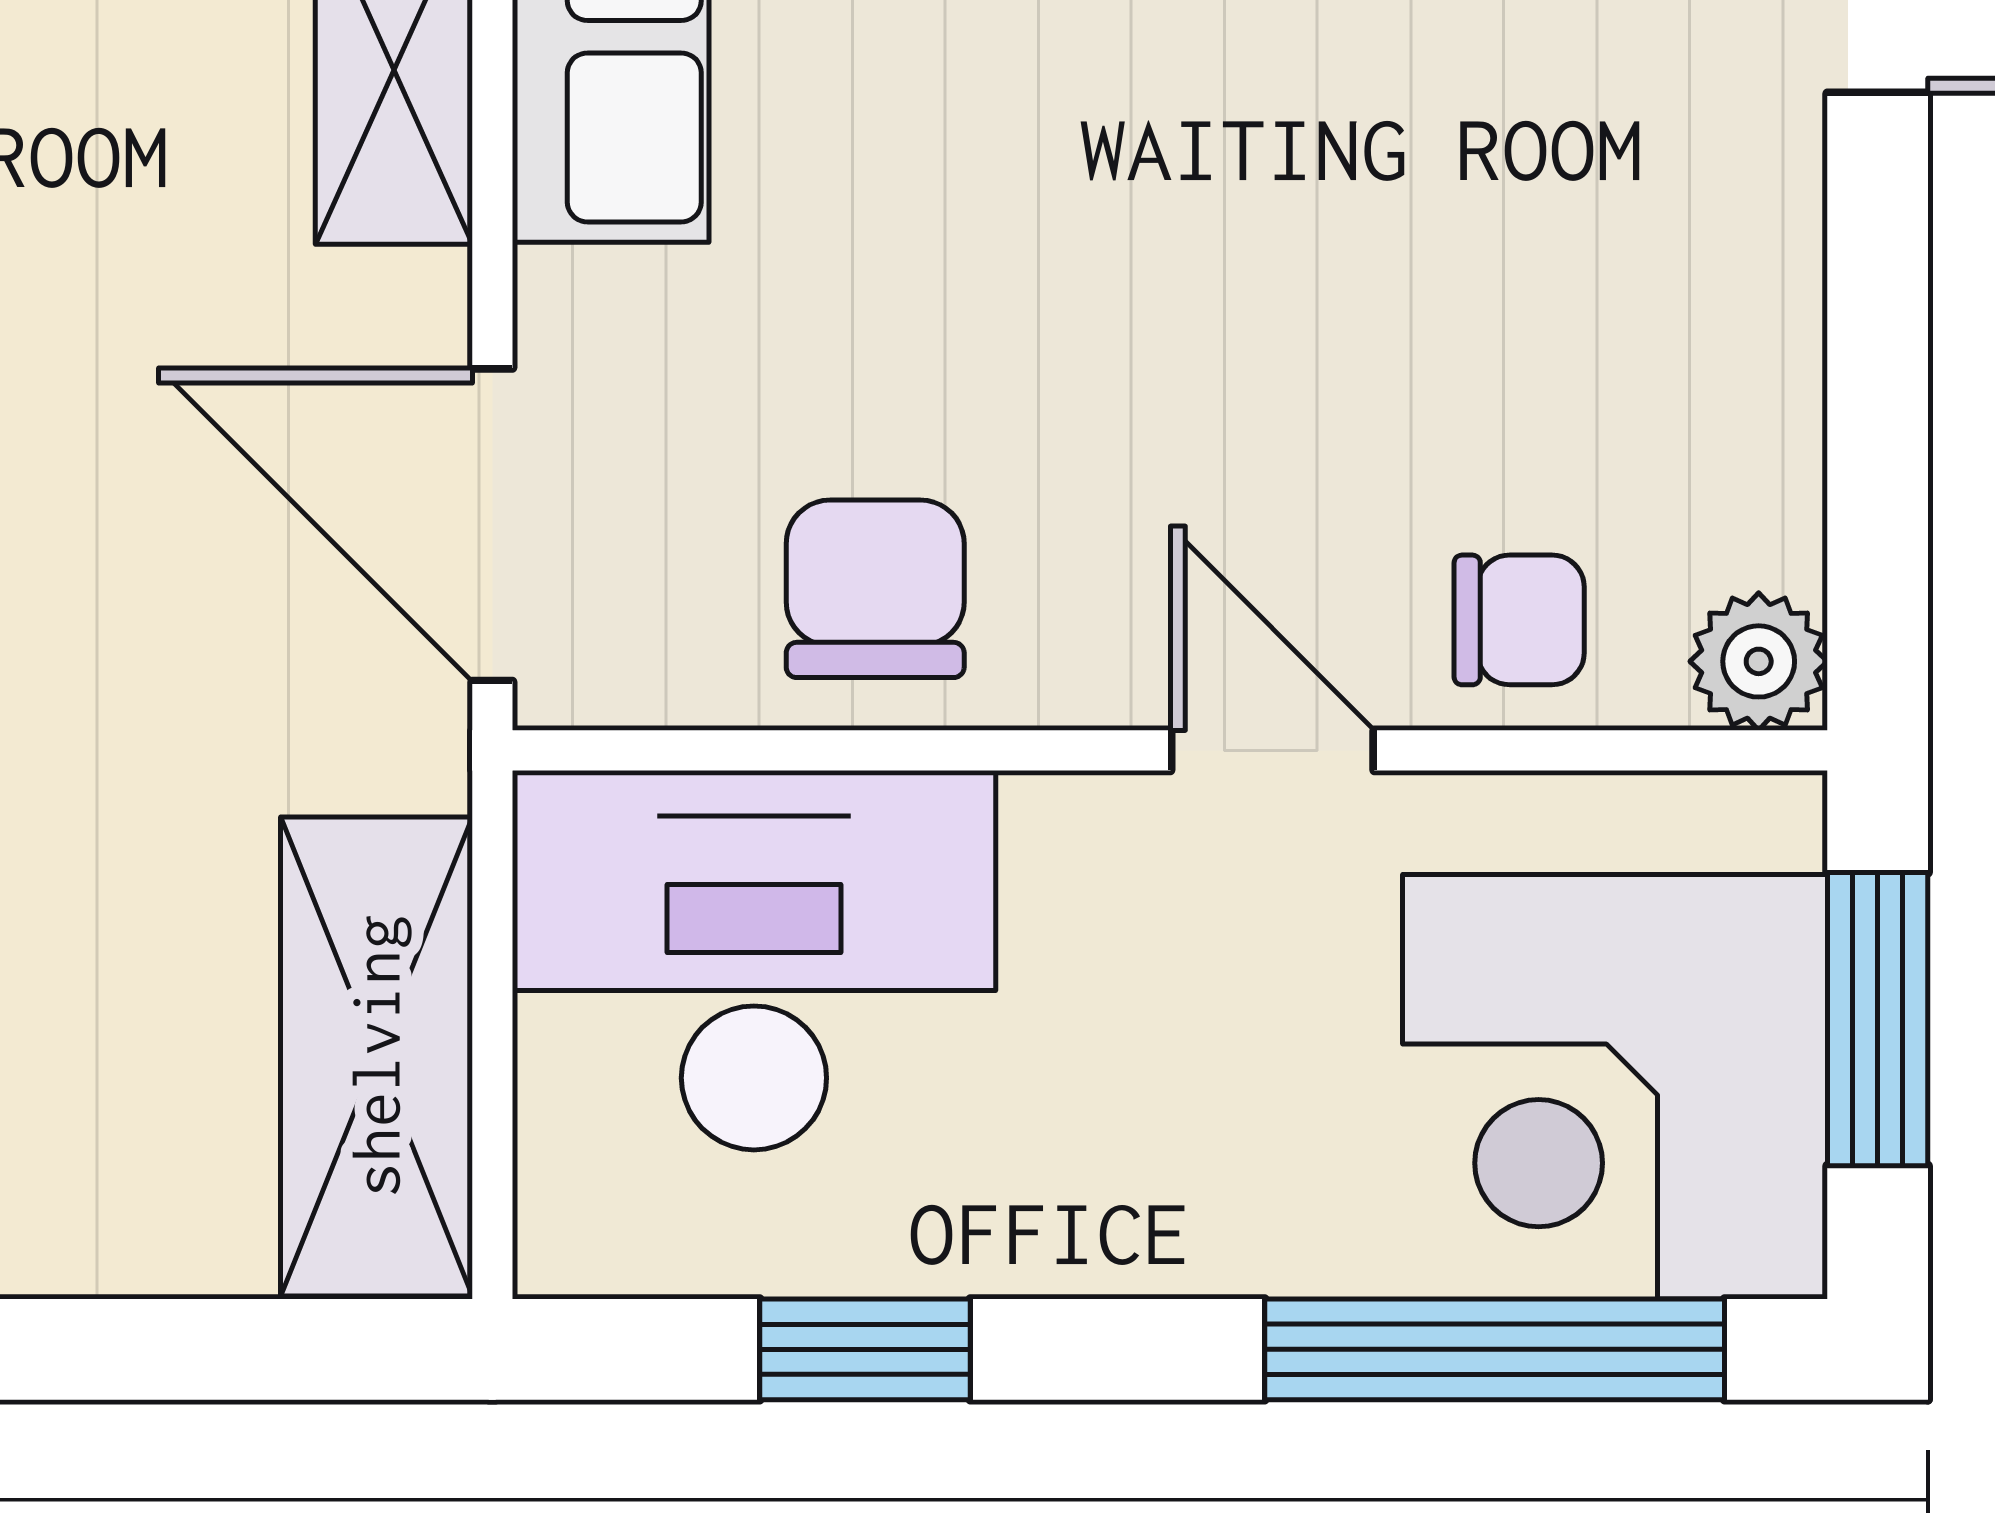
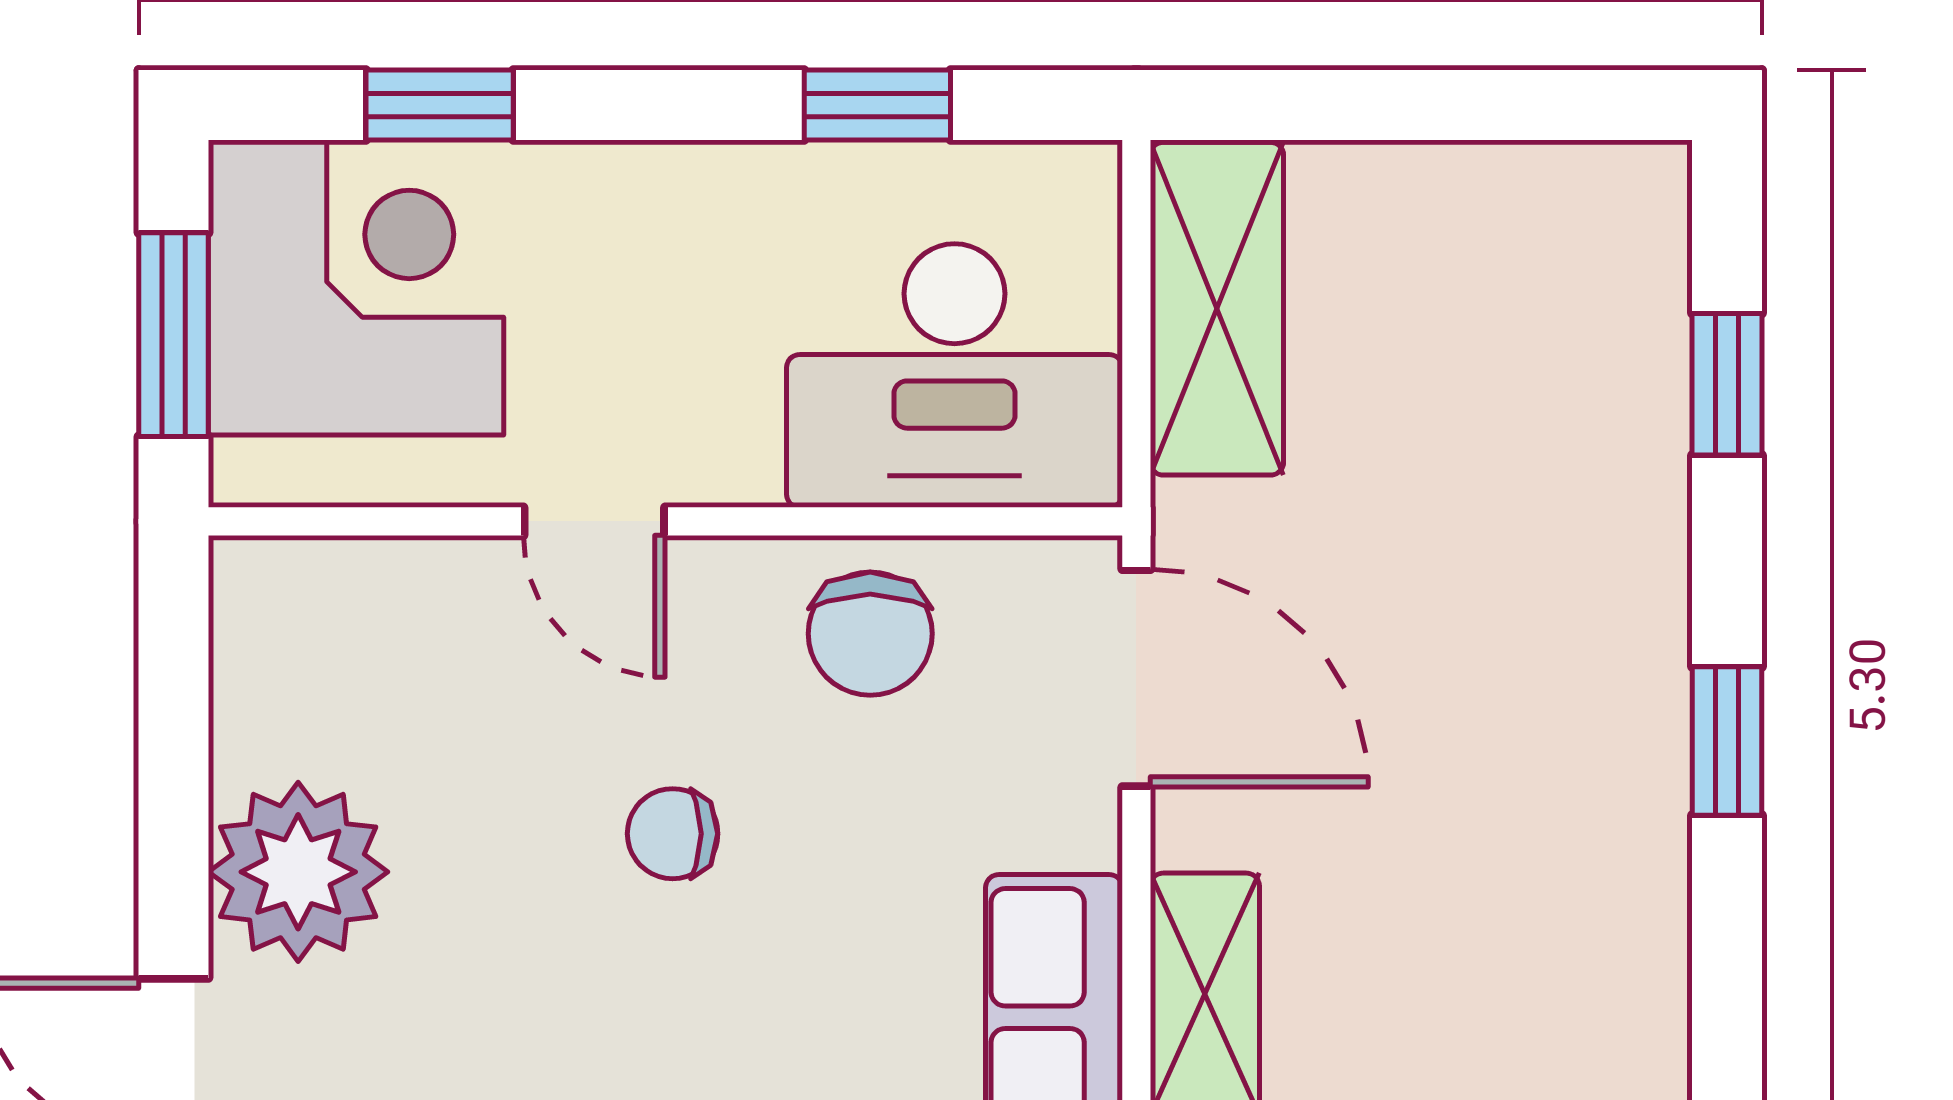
chair: (1519, 620) -> (673, 834), moved
plant: (1759, 661) -> (298, 872), moved, width x1.88, depth x1.88
window: (1495, 1349) -> (440, 105), width x0.46

